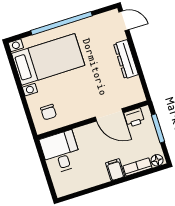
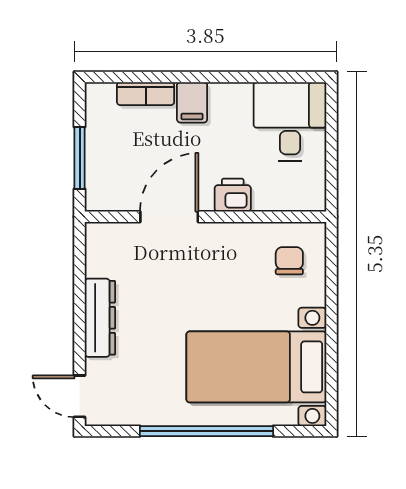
door: (109, 115) -> (169, 217), hinge flipped
printer: (134, 118) -> (233, 195), moved
desk: (61, 152) -> (290, 121), moved, turned 180
floor lamp: (157, 160) -> (102, 95), removed

